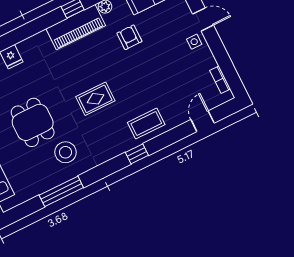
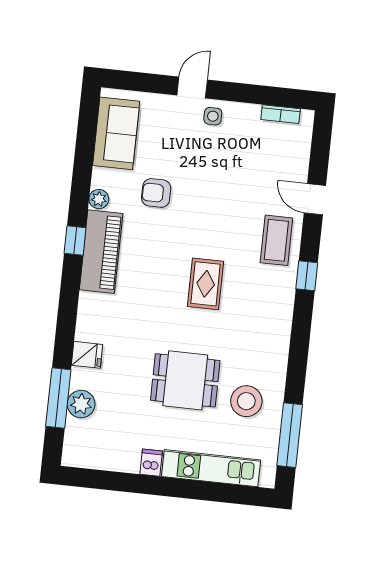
door: (203, 121) -> (315, 199), moved
stool: (65, 152) -> (246, 401), moved
window: (61, 191) -> (290, 435), moved

